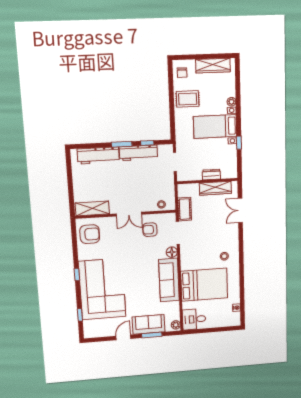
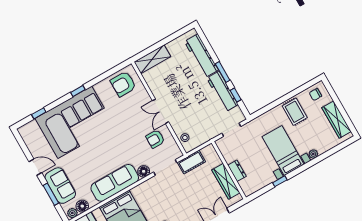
shelving: (92, 208) -> (152, 59), moved, turned 90
armchair: (150, 230) -> (155, 139), turned -90
armchair: (90, 234) -> (123, 84), turned 90
floor lamp: (174, 315) -> (82, 206), added

